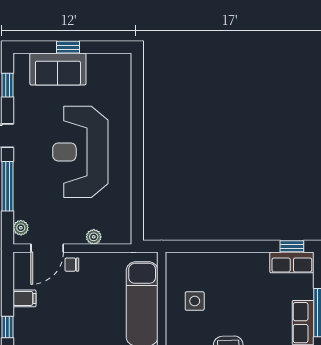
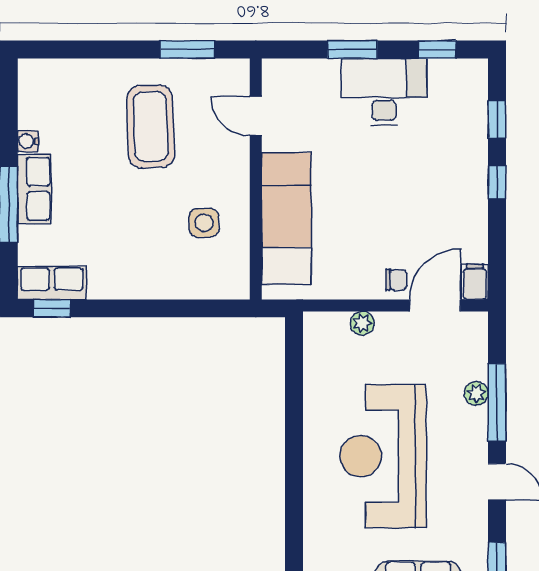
reception desk: (80, 152) -> (383, 456), turned 180
plant: (21, 228) -> (476, 393), moved
filing cabinet: (24, 298) -> (475, 282), moved, turned 90

